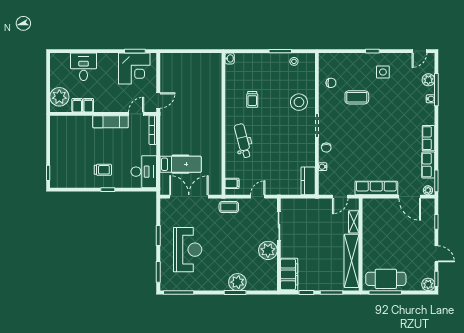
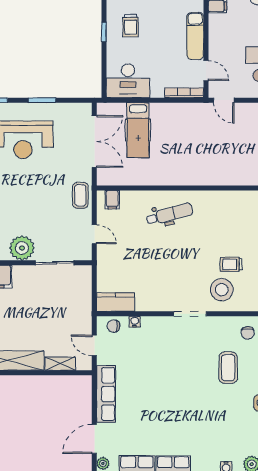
trolley: (252, 99) -> (231, 264), moved
chair: (326, 148) -> (114, 326), moved

